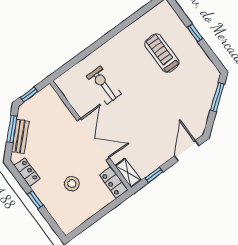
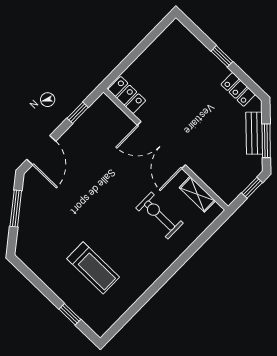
window: (195, 33) -> (70, 314), moved
exercise bike: (104, 85) -> (160, 216), turned 180
window: (217, 97) -> (16, 209), moved
shelving: (128, 173) -> (197, 194), moved
stool: (72, 184) -> (179, 85), removed

